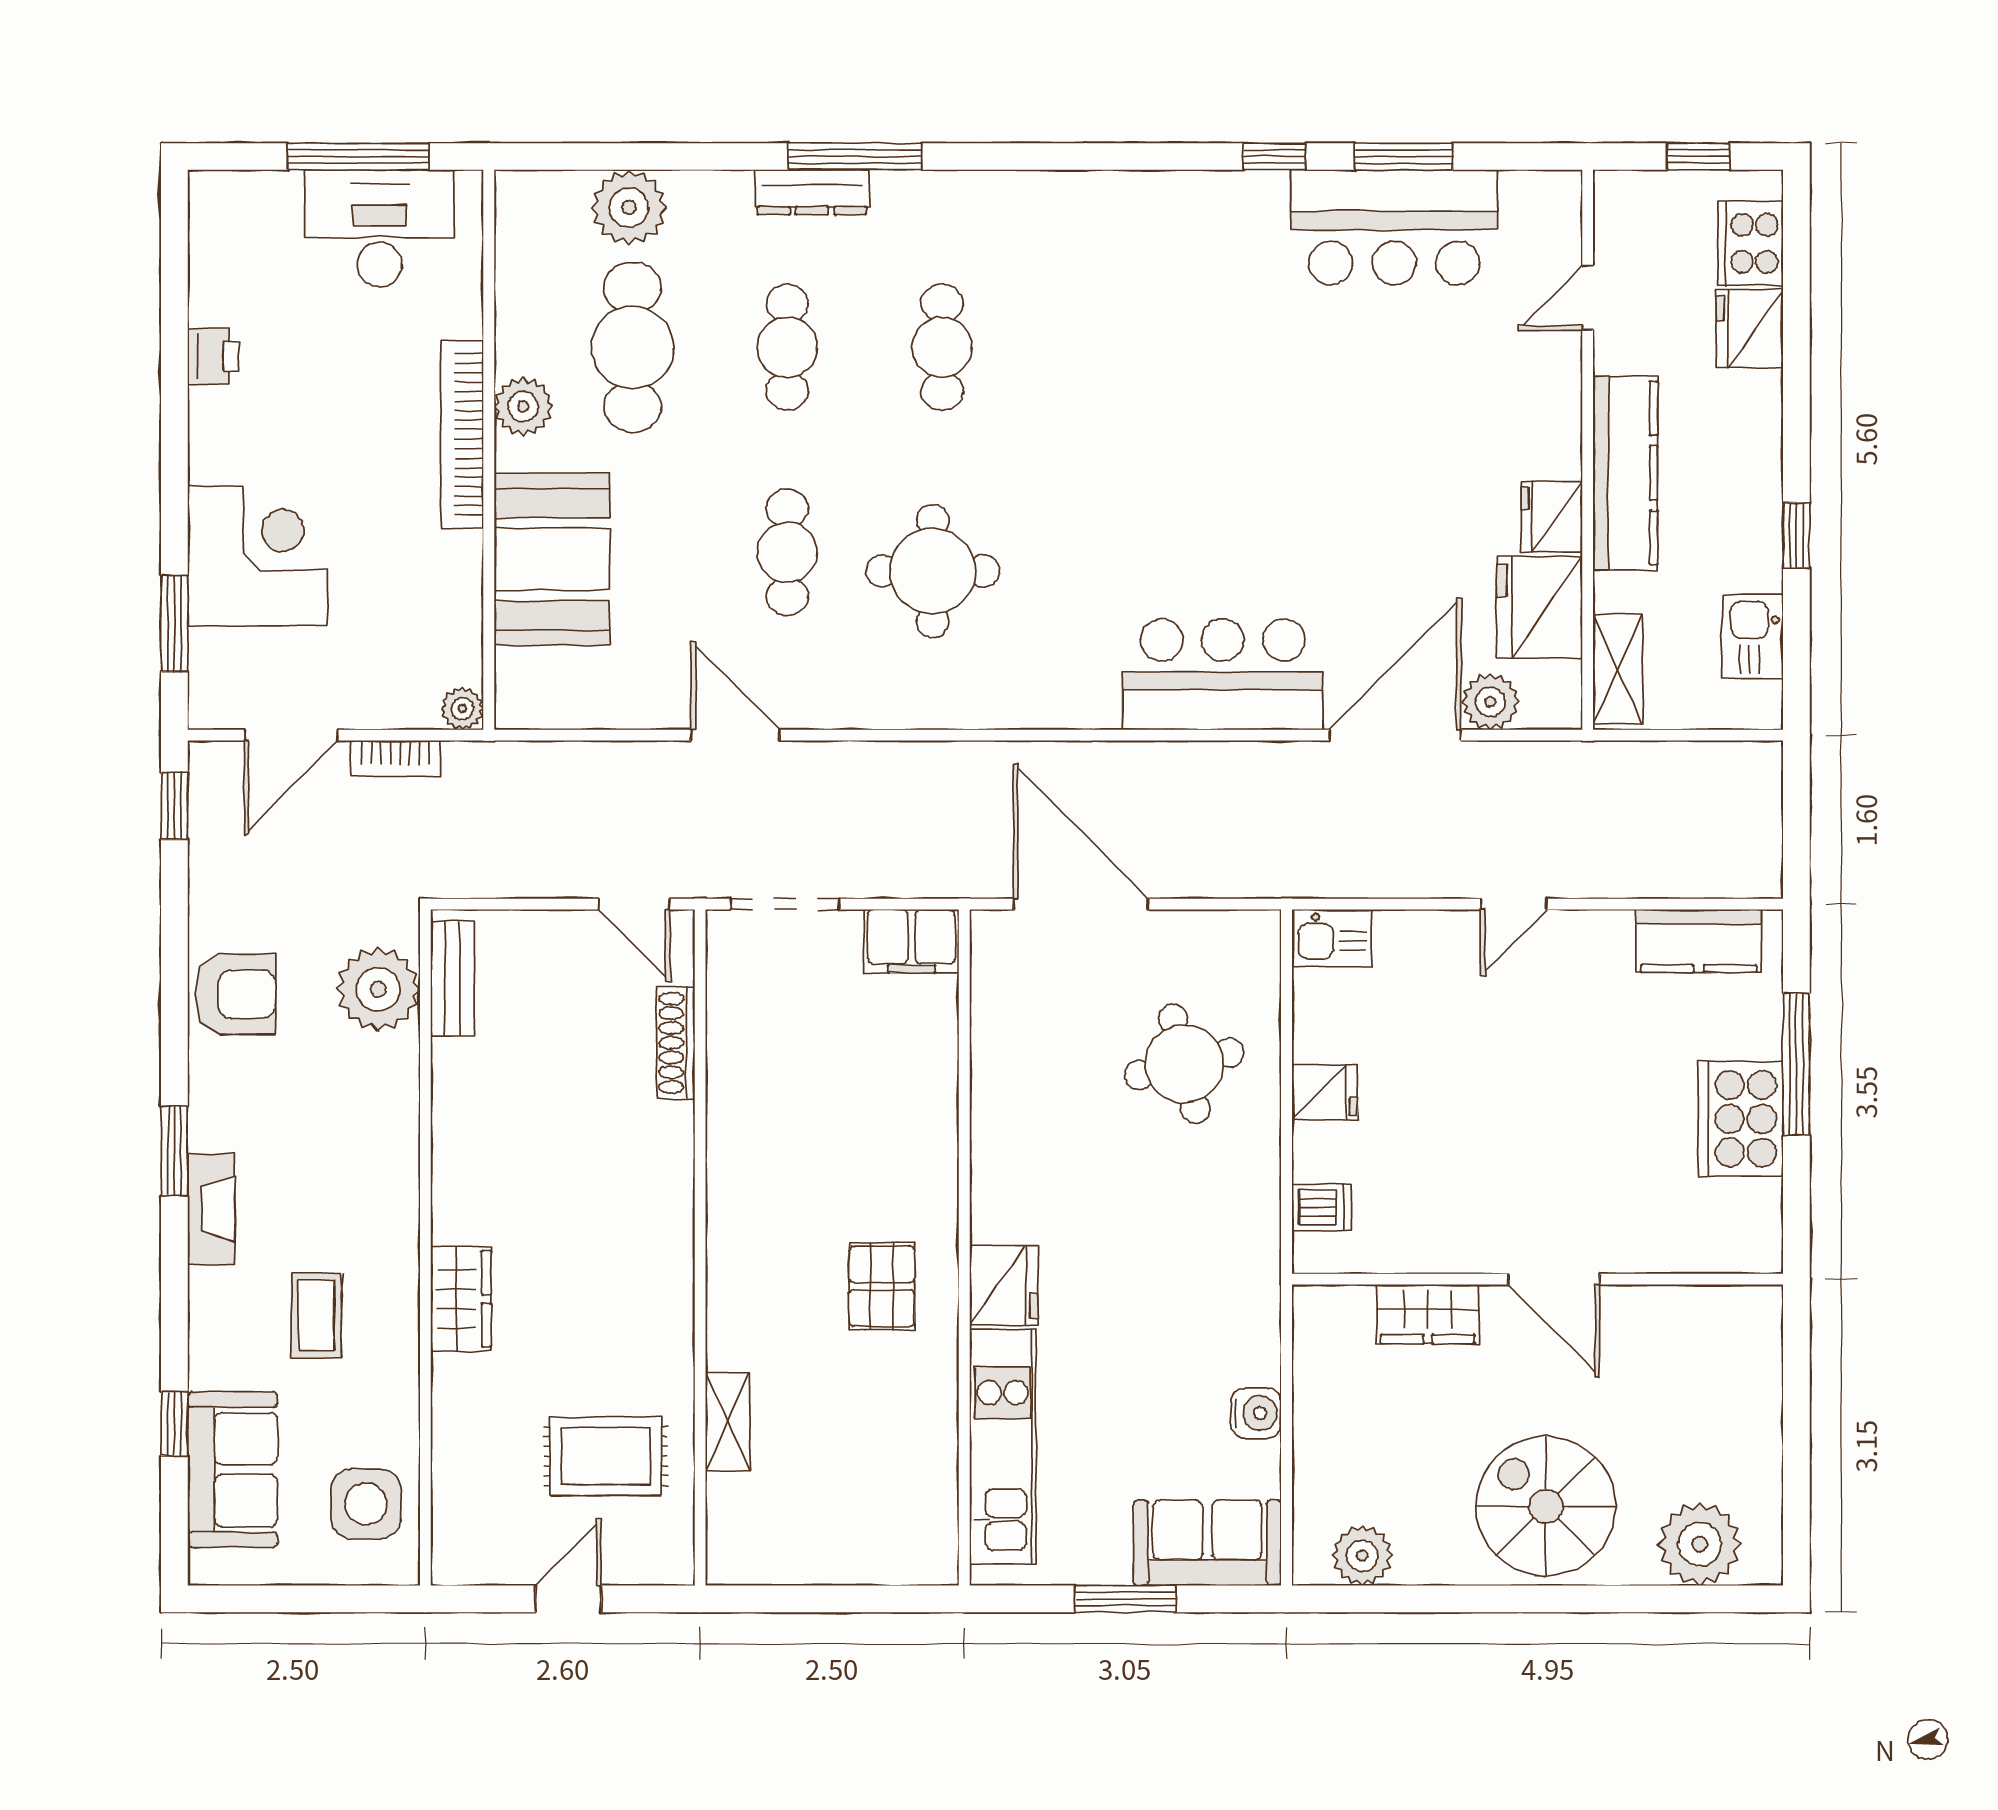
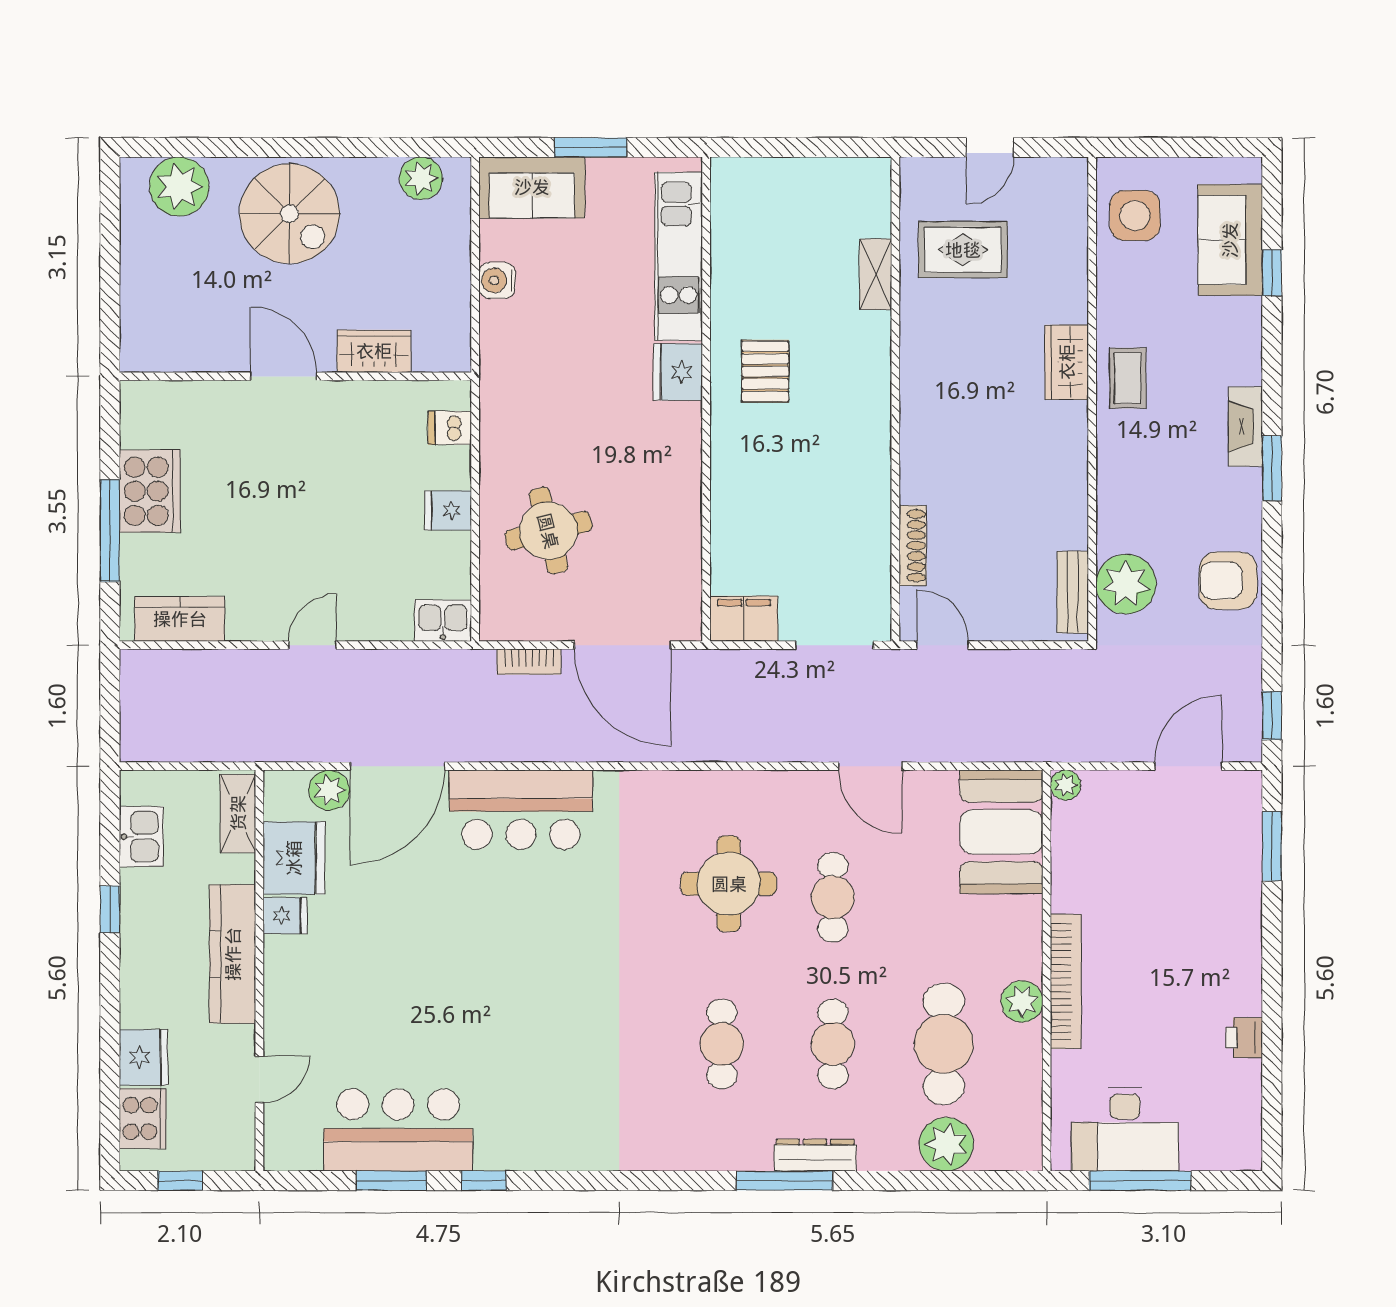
fridge: (1552, 517) -> (285, 916), width x0.72
corner desk: (258, 556) -> (1212, 895), removed
booth: (552, 559) -> (1001, 832), moved
bookcase: (395, 758) -> (529, 662), moved, turned 180
coffee table: (316, 1316) -> (1128, 378), moved

